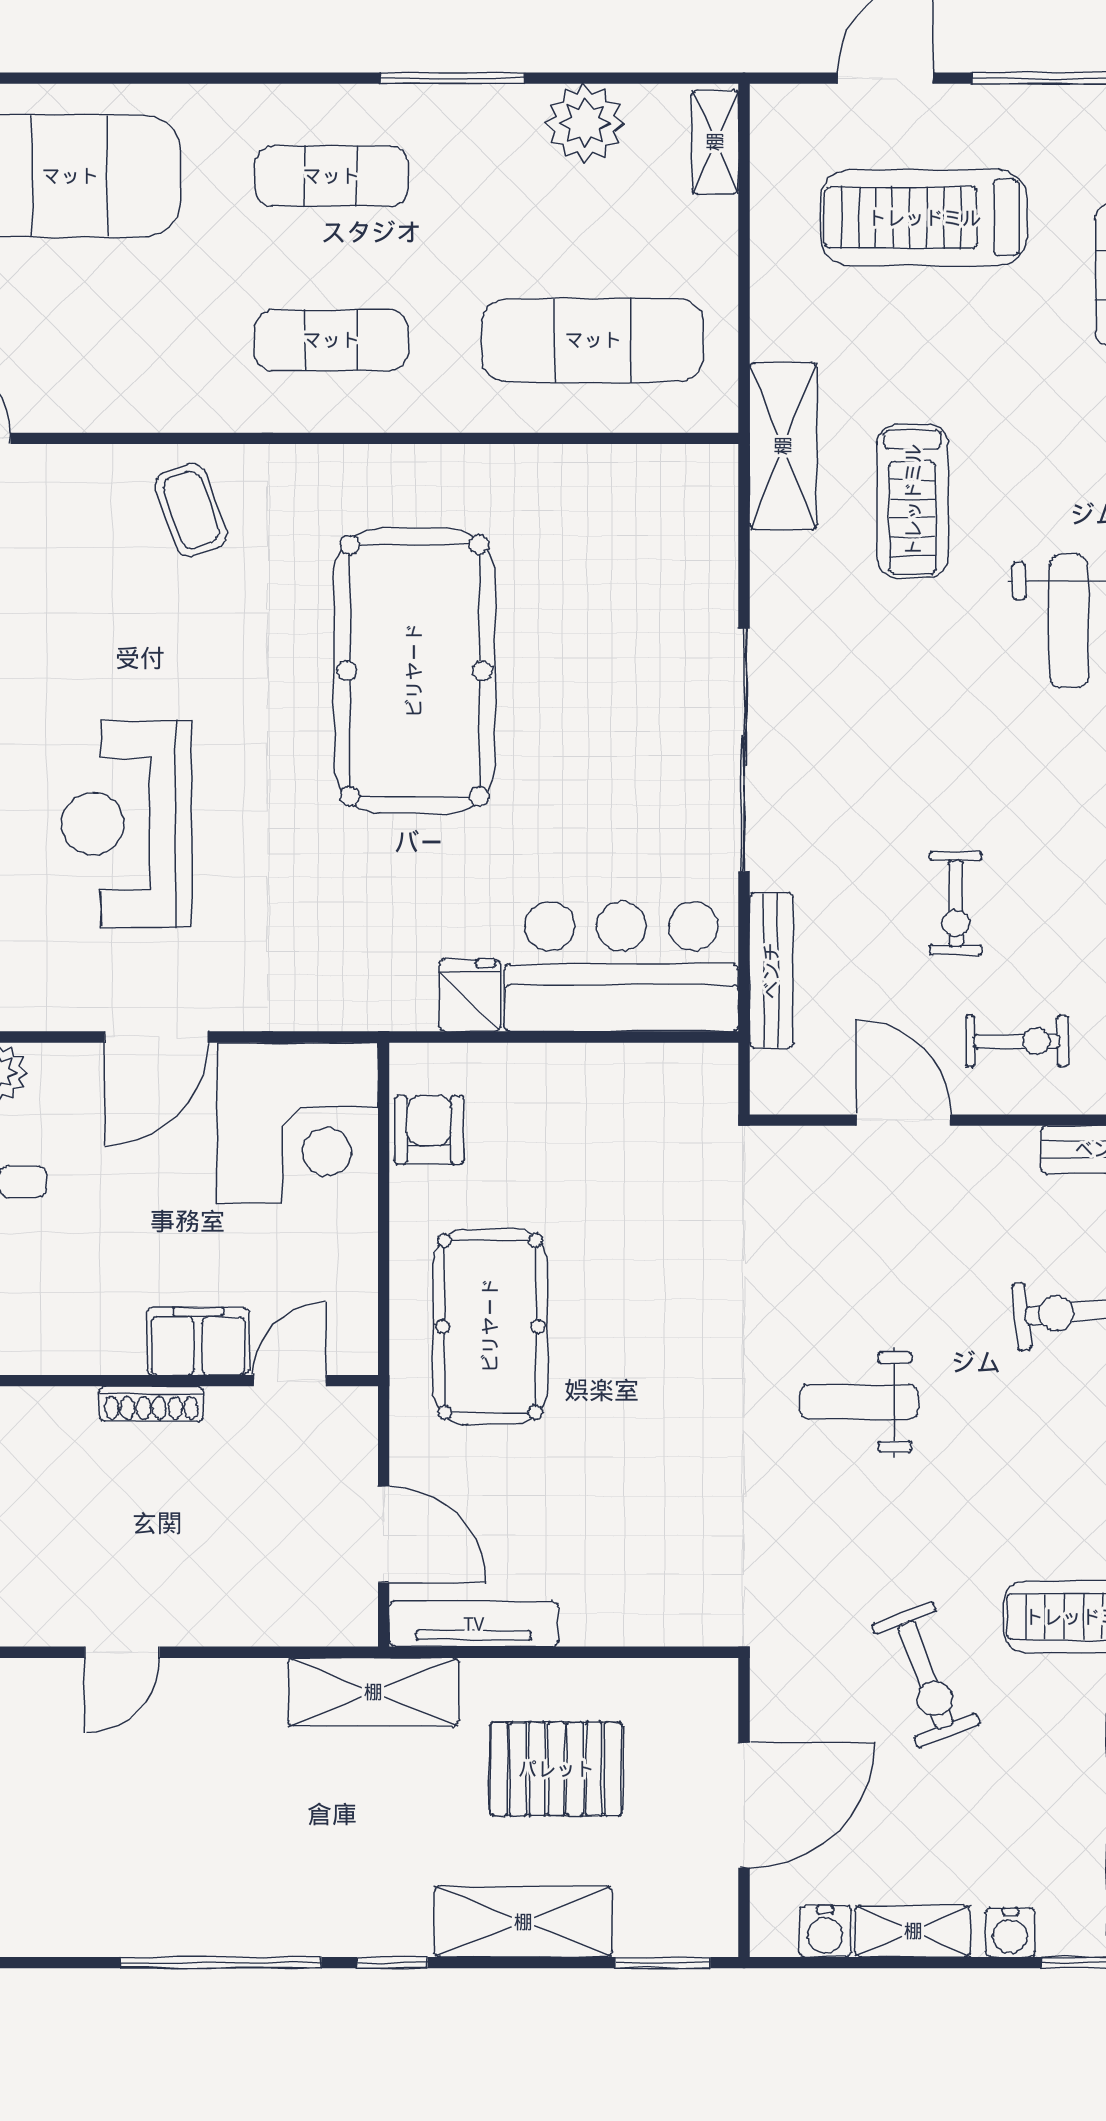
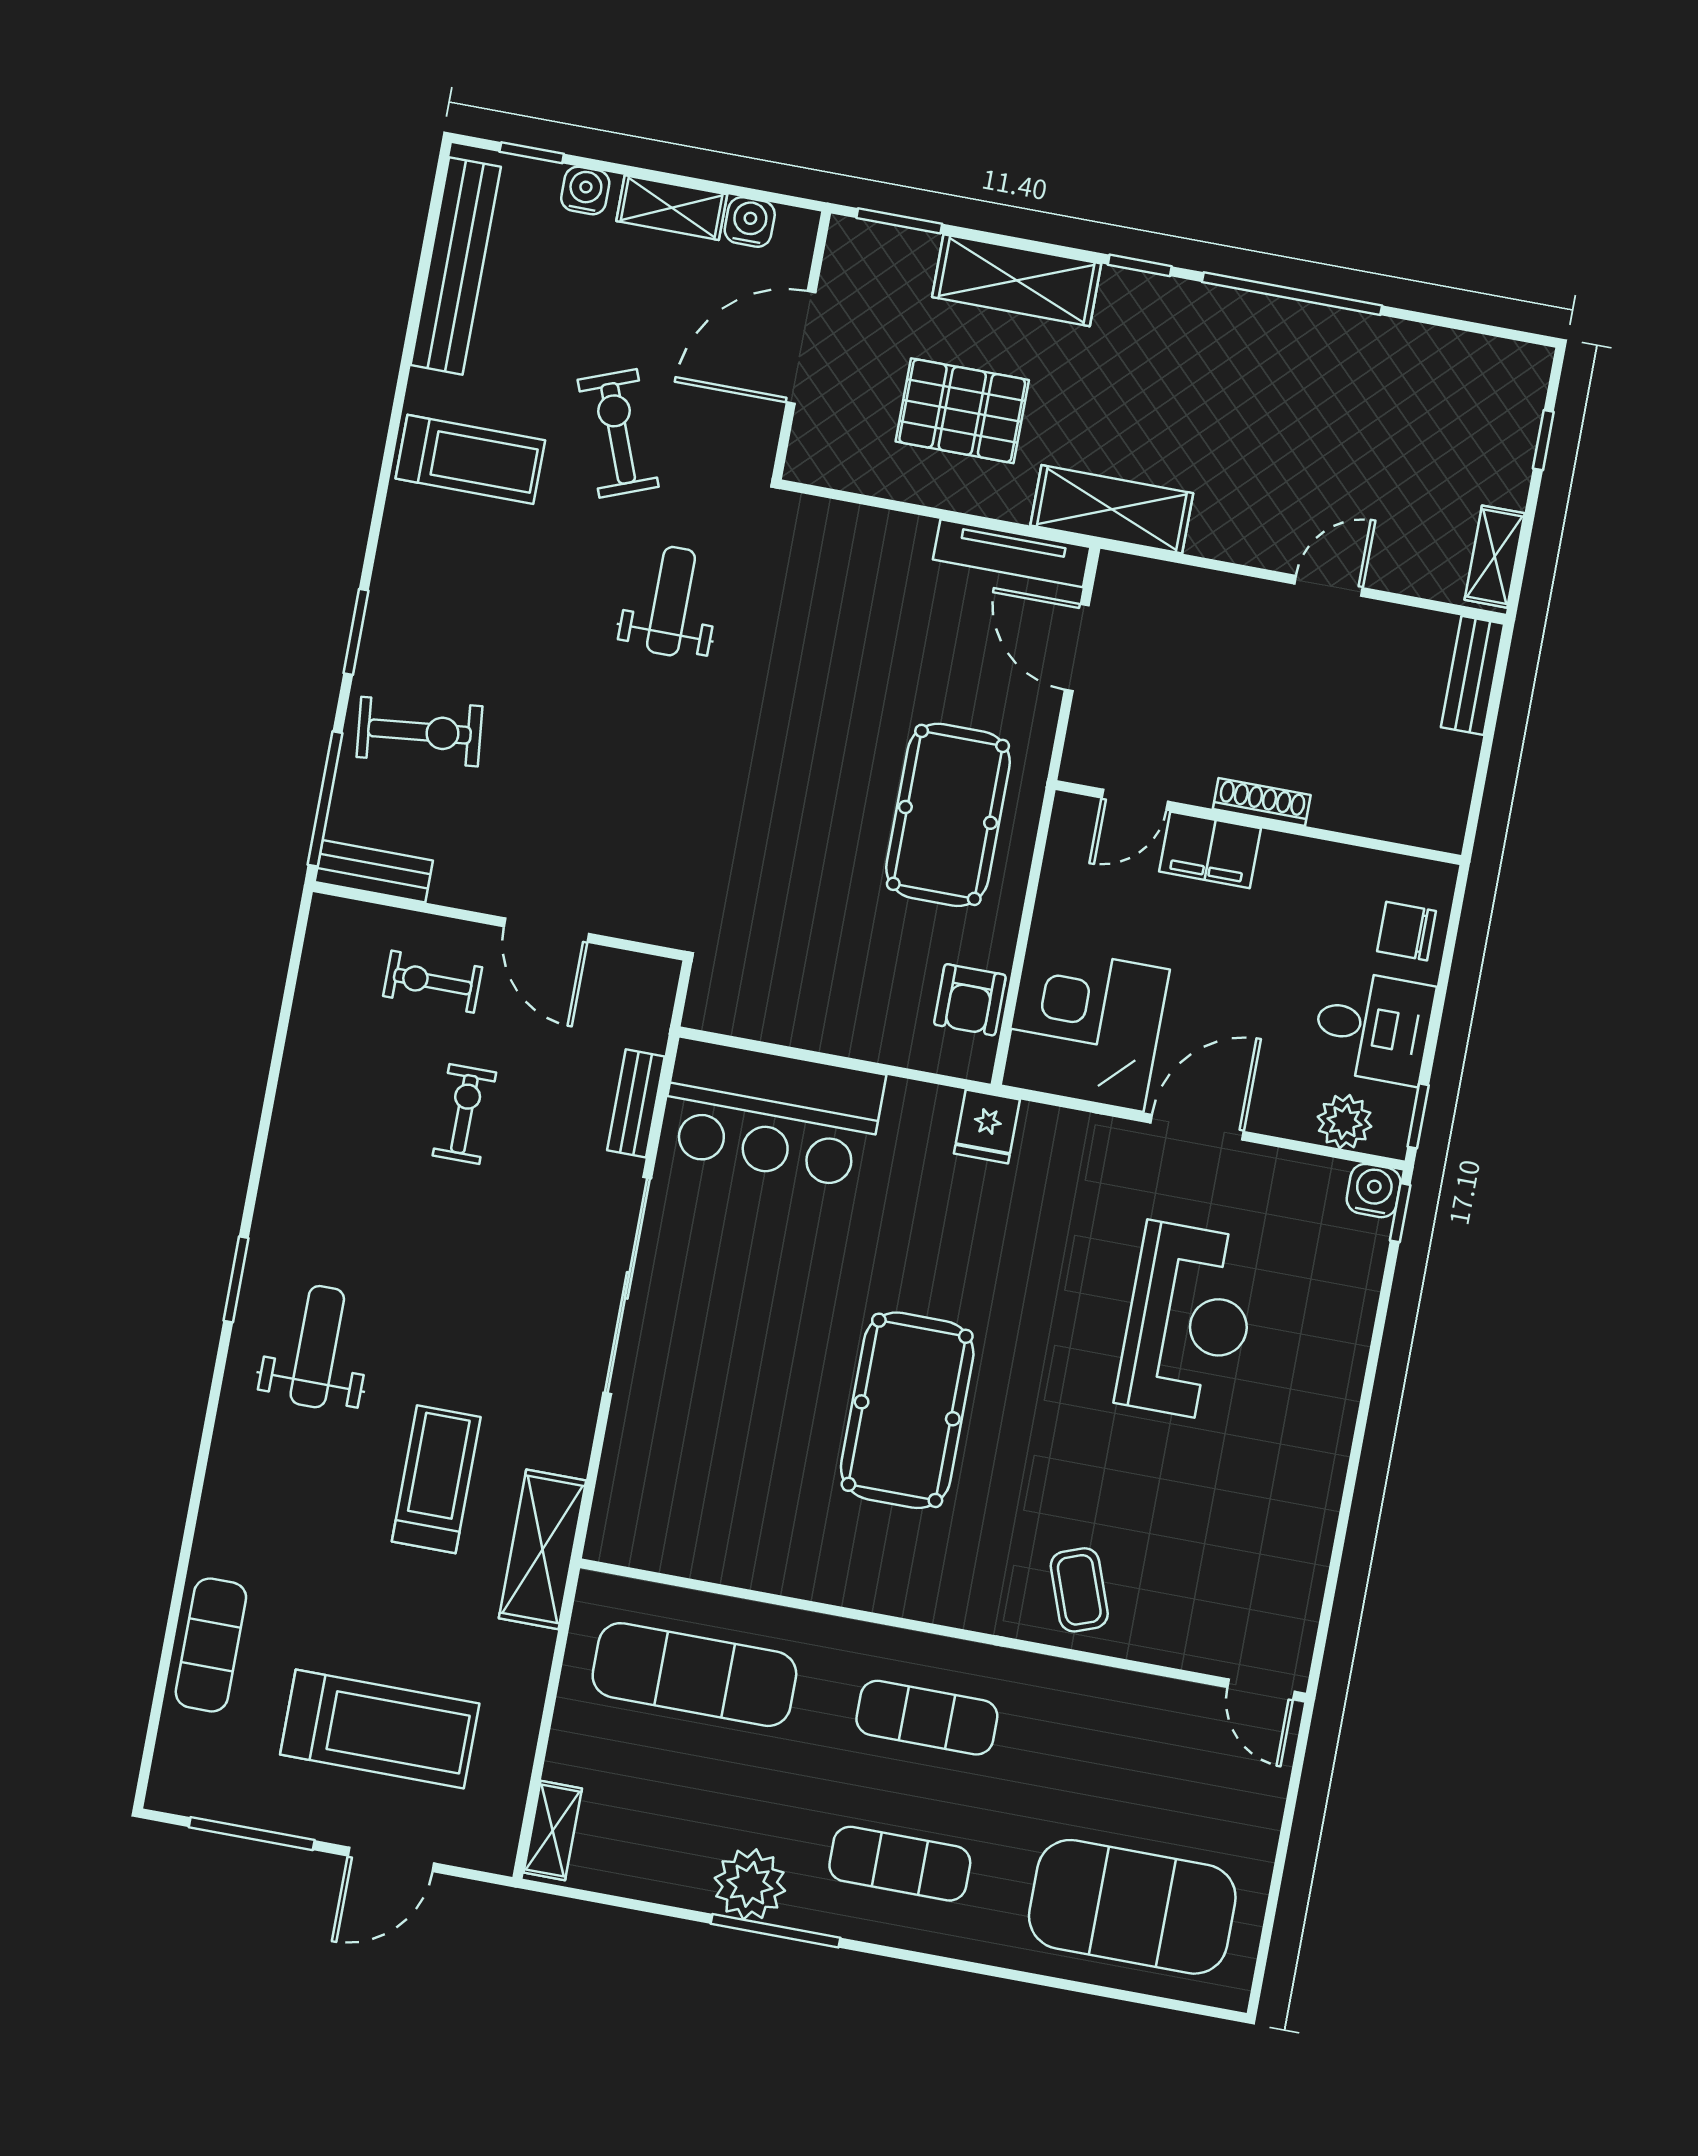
plant: (585, 123) -> (750, 1884), moved
pool table: (414, 671) -> (907, 1410), width x0.73, depth x0.76
bench: (771, 971) -> (636, 1103), width x0.73
fridge: (470, 995) -> (987, 1127), moved
weight bench: (859, 1402) -> (671, 601), moved, turned -90

